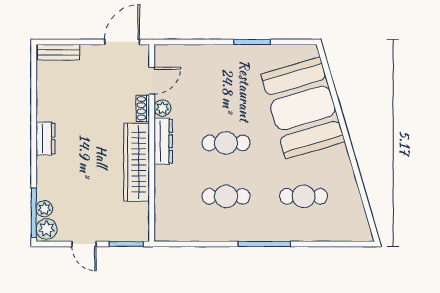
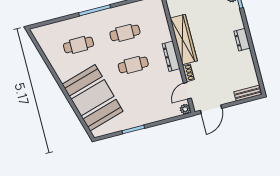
plant: (163, 108) -> (185, 109), moved

